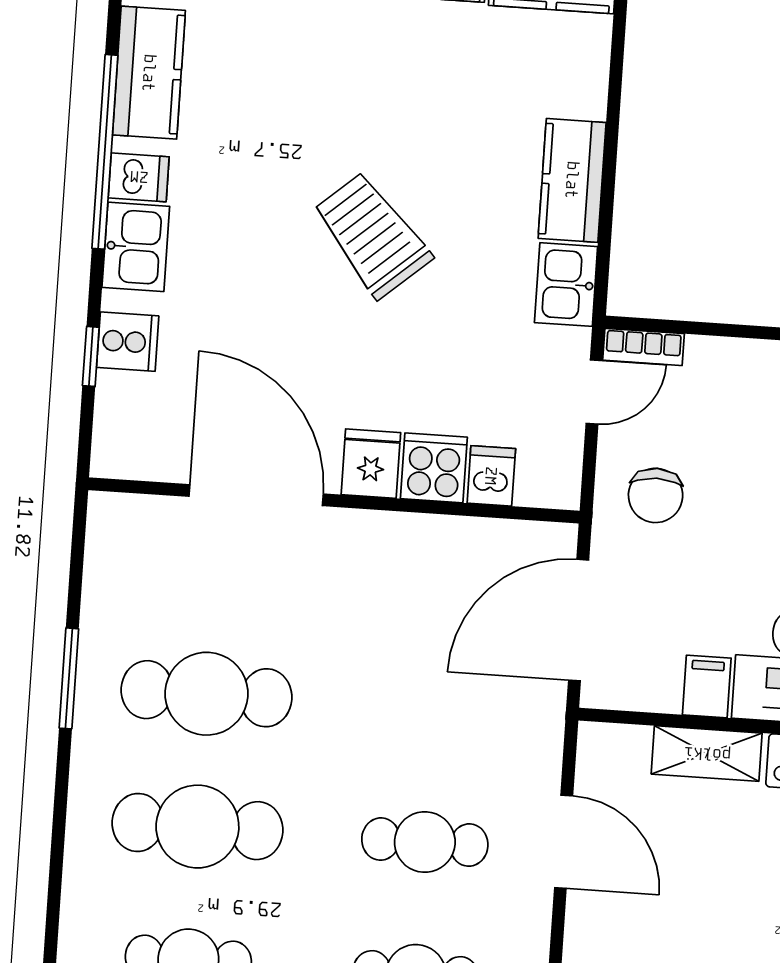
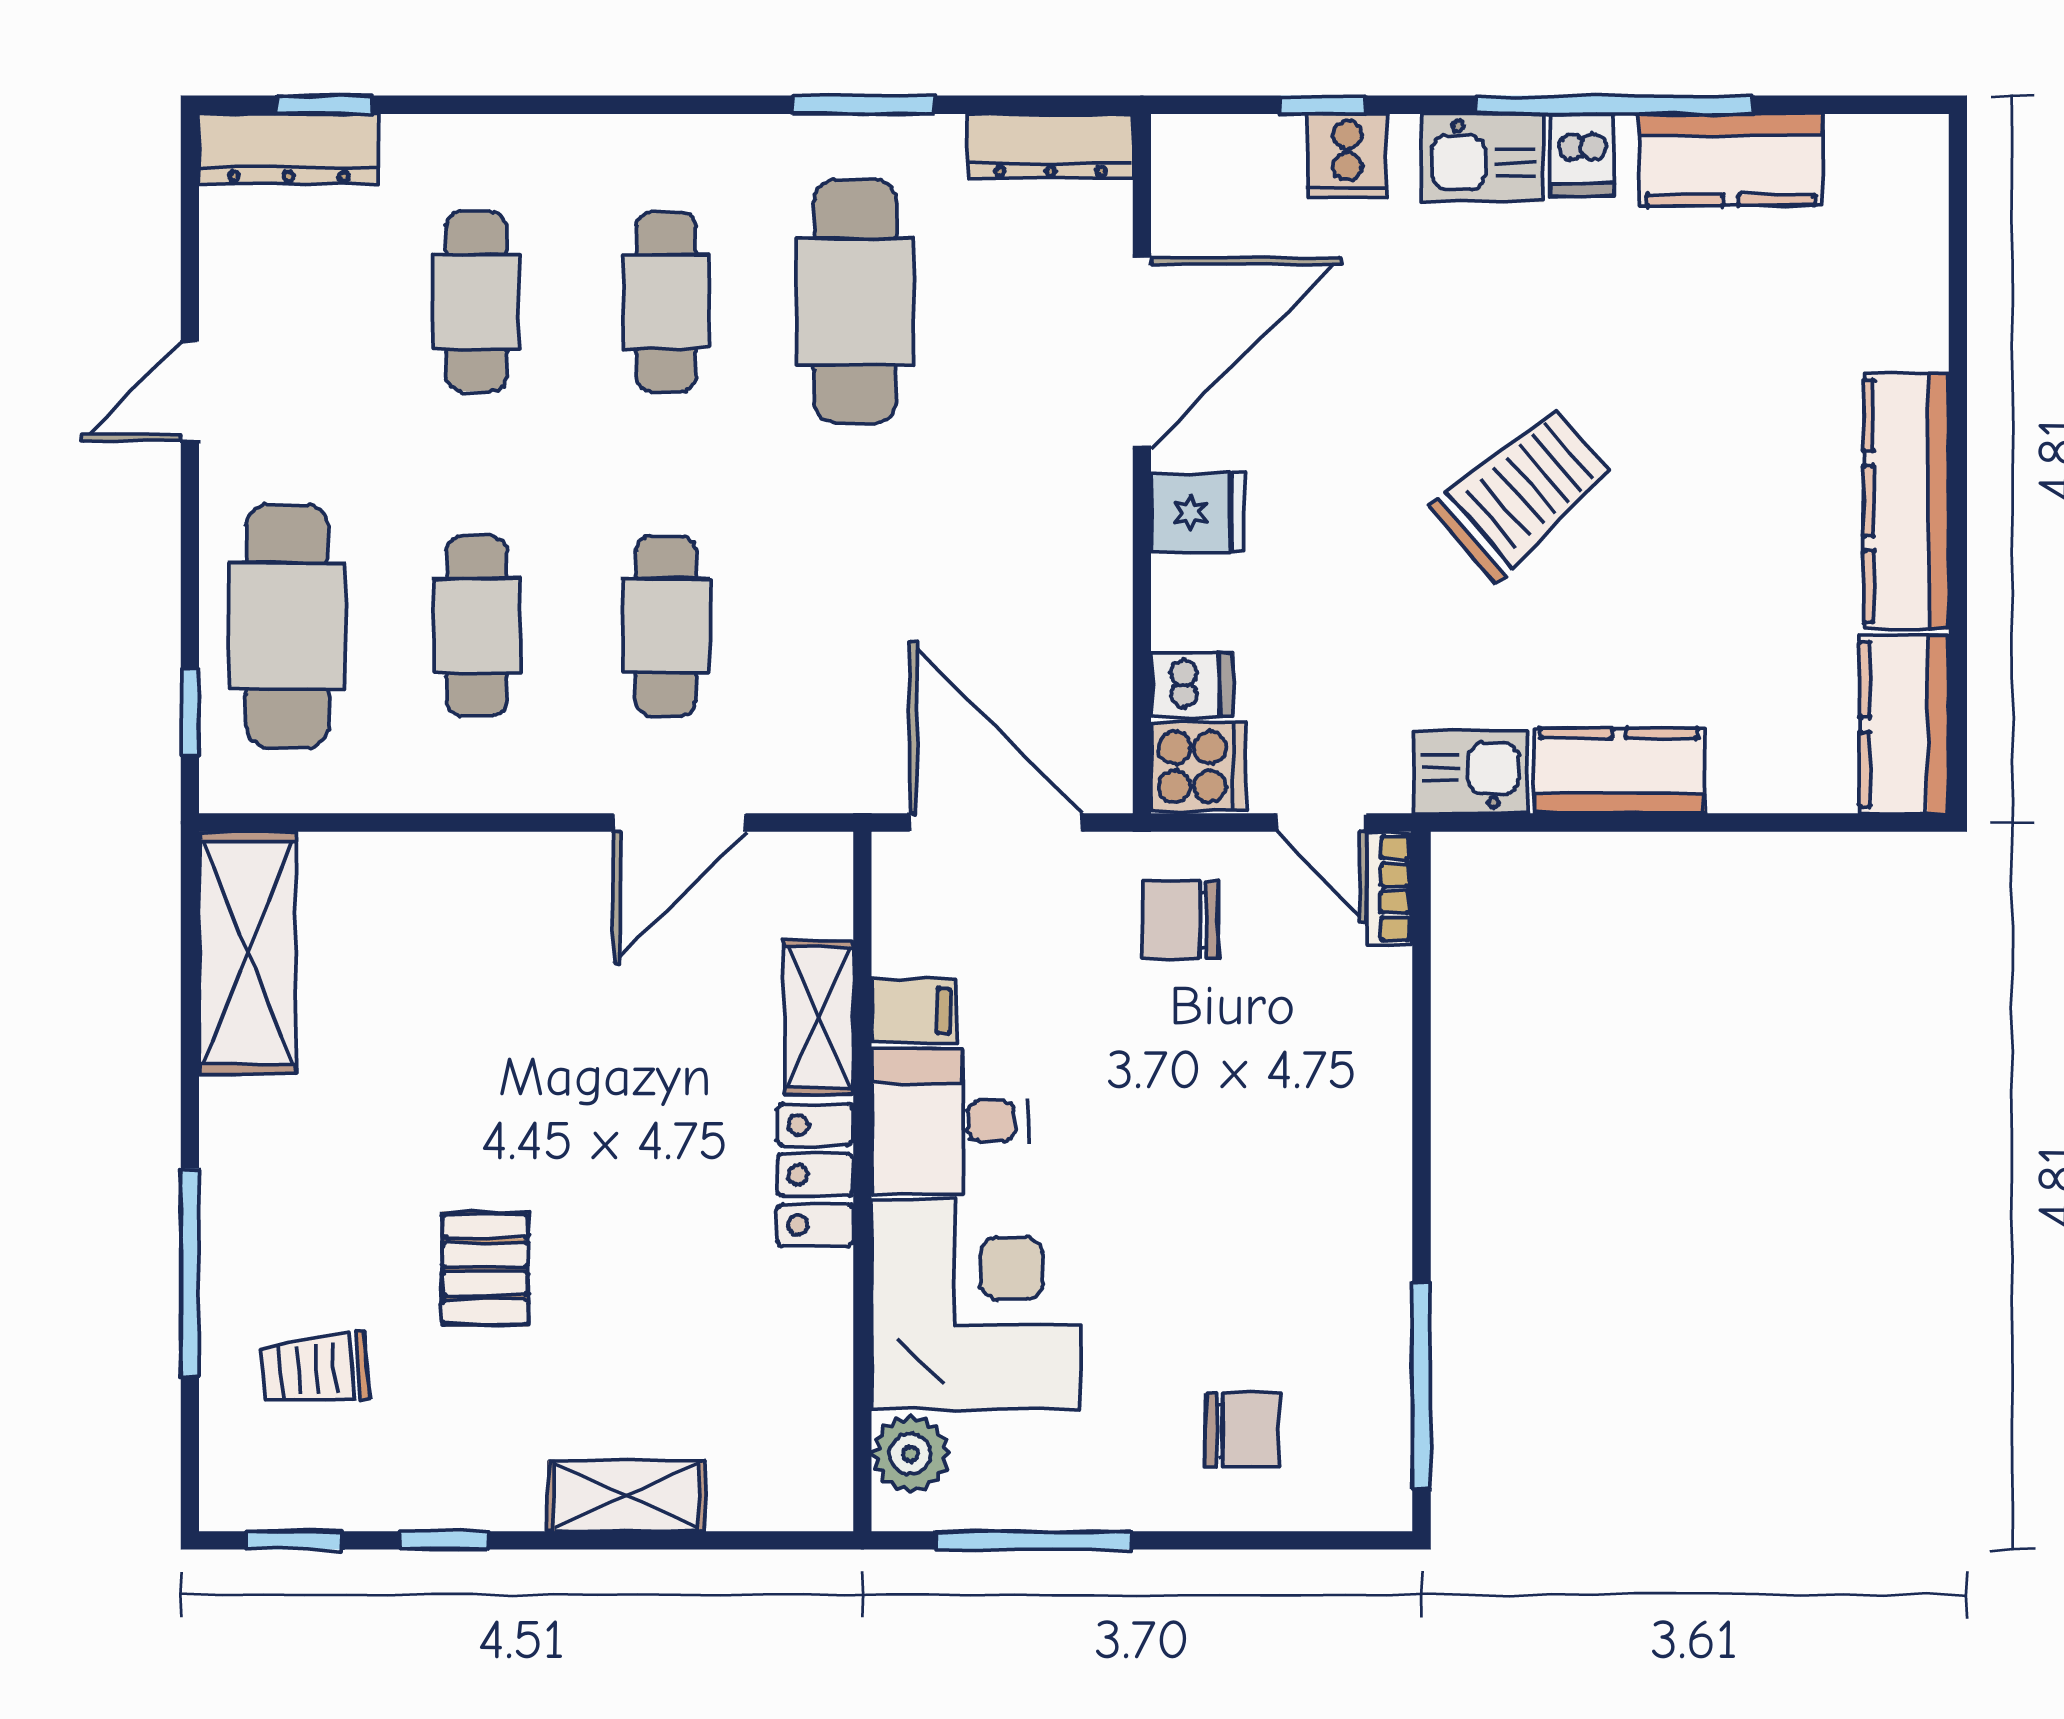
cooker: (434, 468) -> (1198, 767), moved
dresser: (107, 549) -> (1050, 146), added
cafe table: (197, 827) -> (666, 302), width x0.73, depth x0.74

